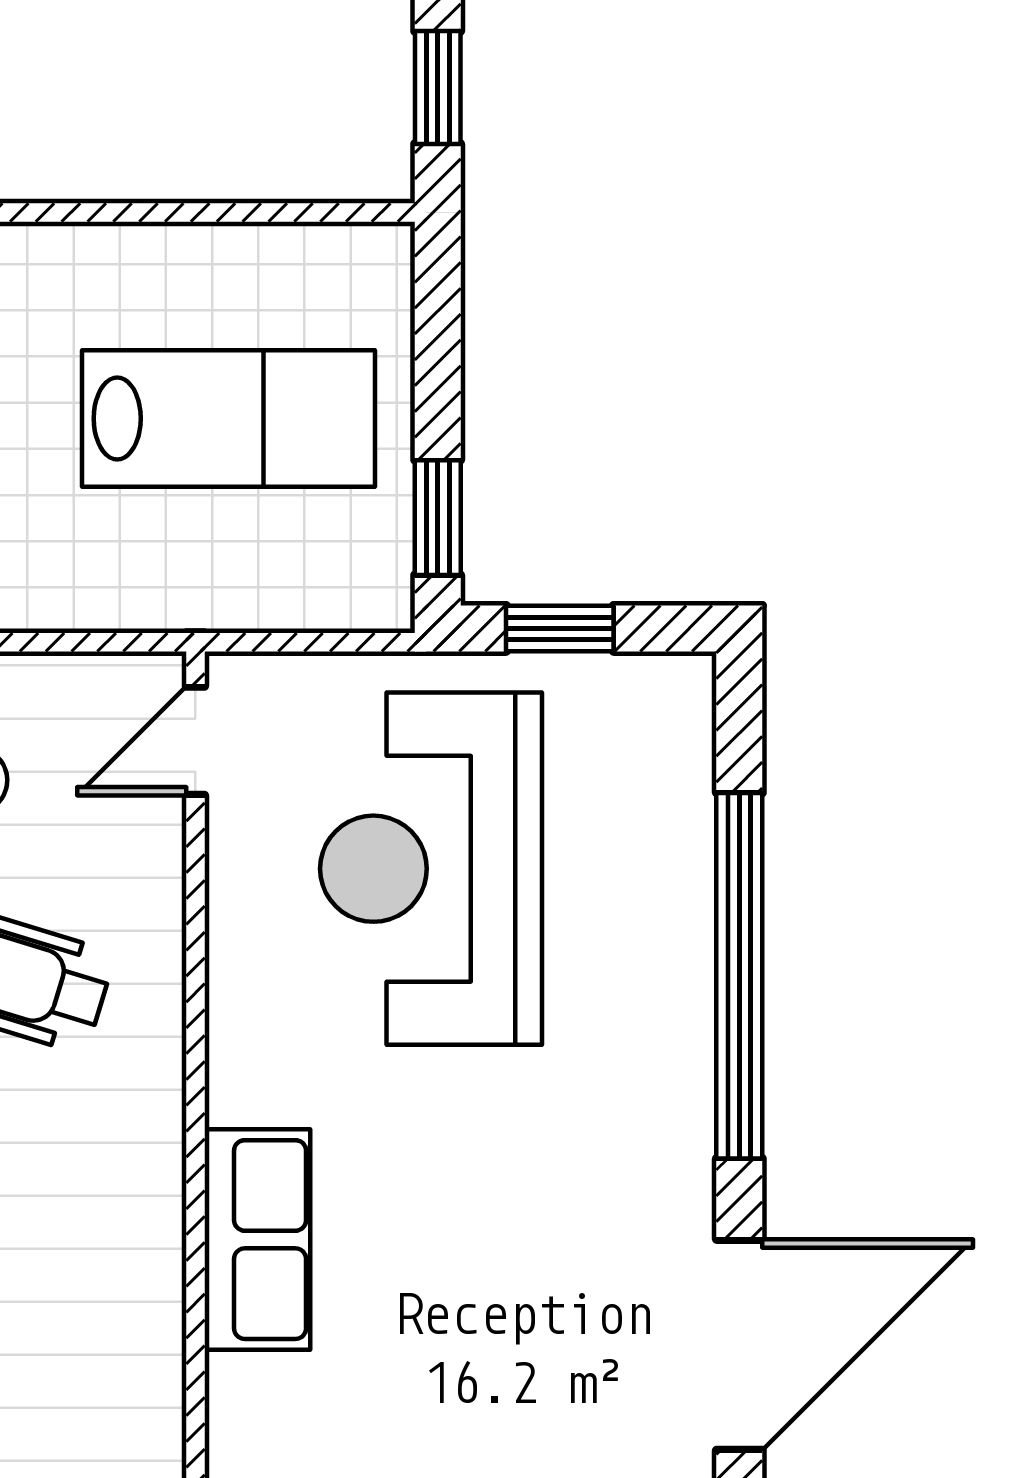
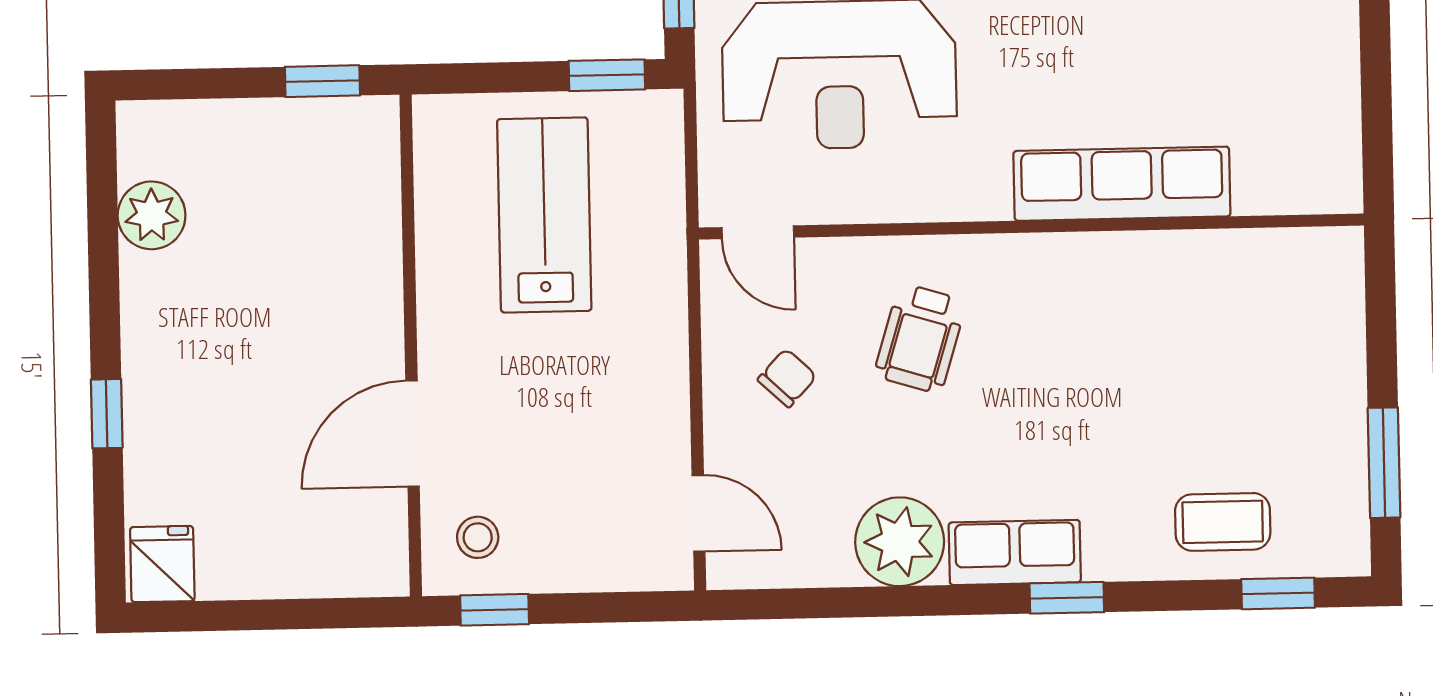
row of seats: (257, 1240) -> (1122, 184), width x1.48

